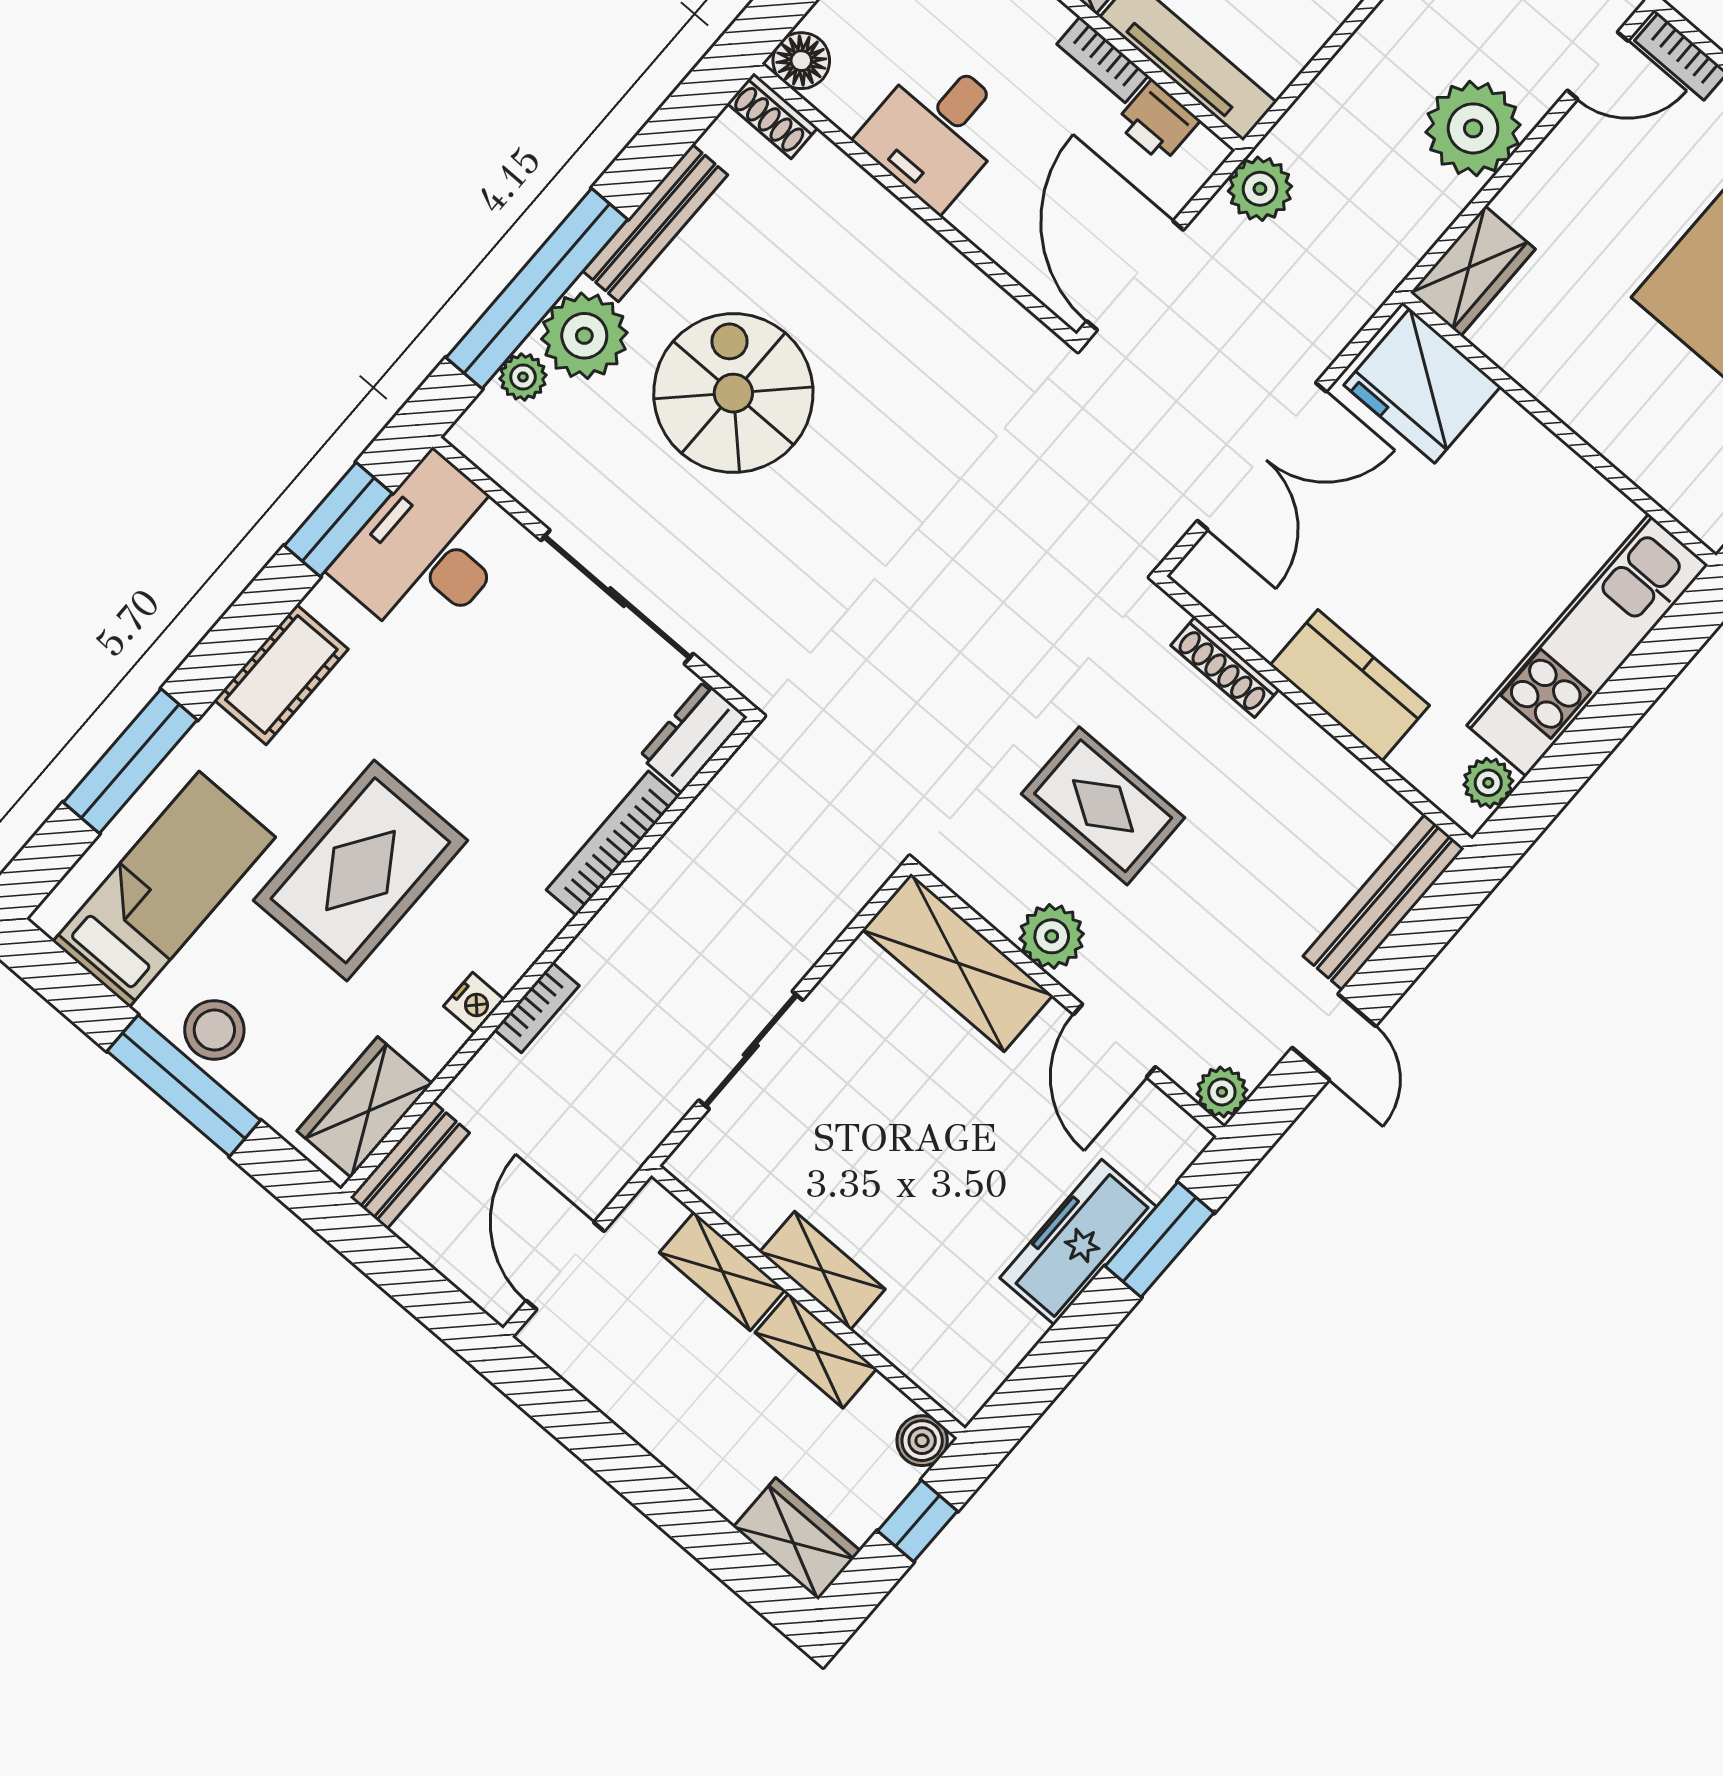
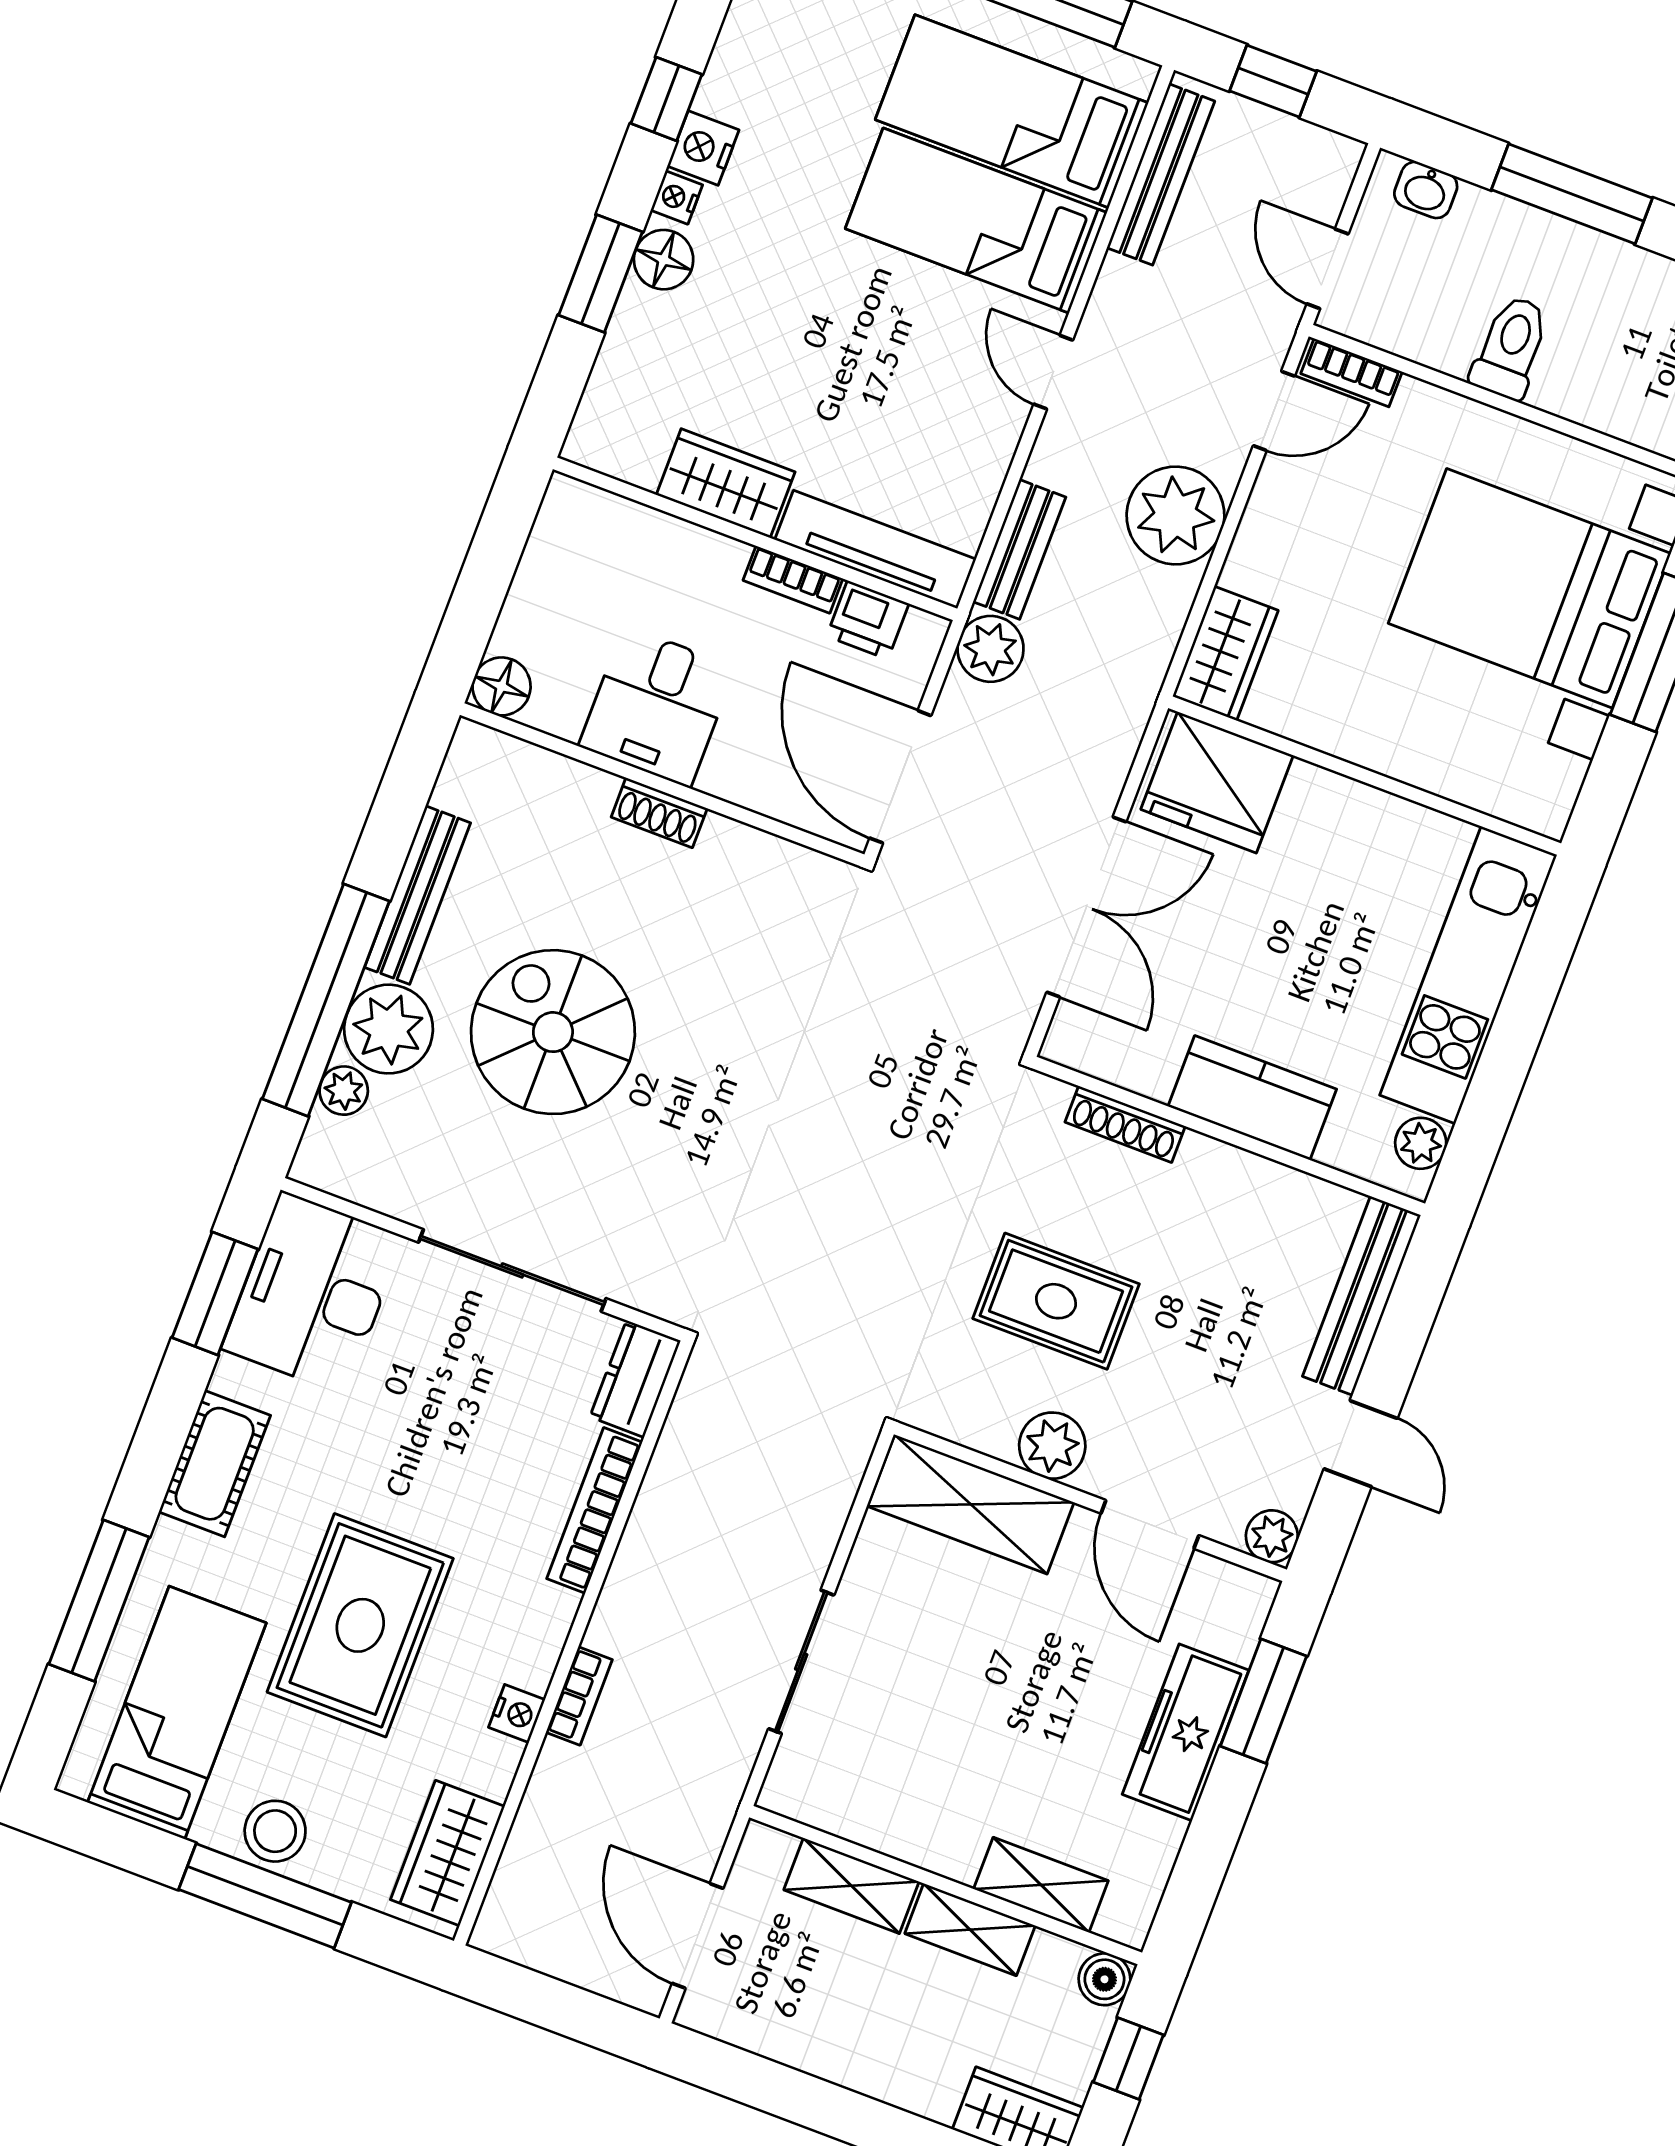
shoe rack: (772, 116) -> (659, 813), moved
bench: (410, 1165) -> (1020, 549), moved
shelving: (822, 1271) -> (1041, 1885), moved

